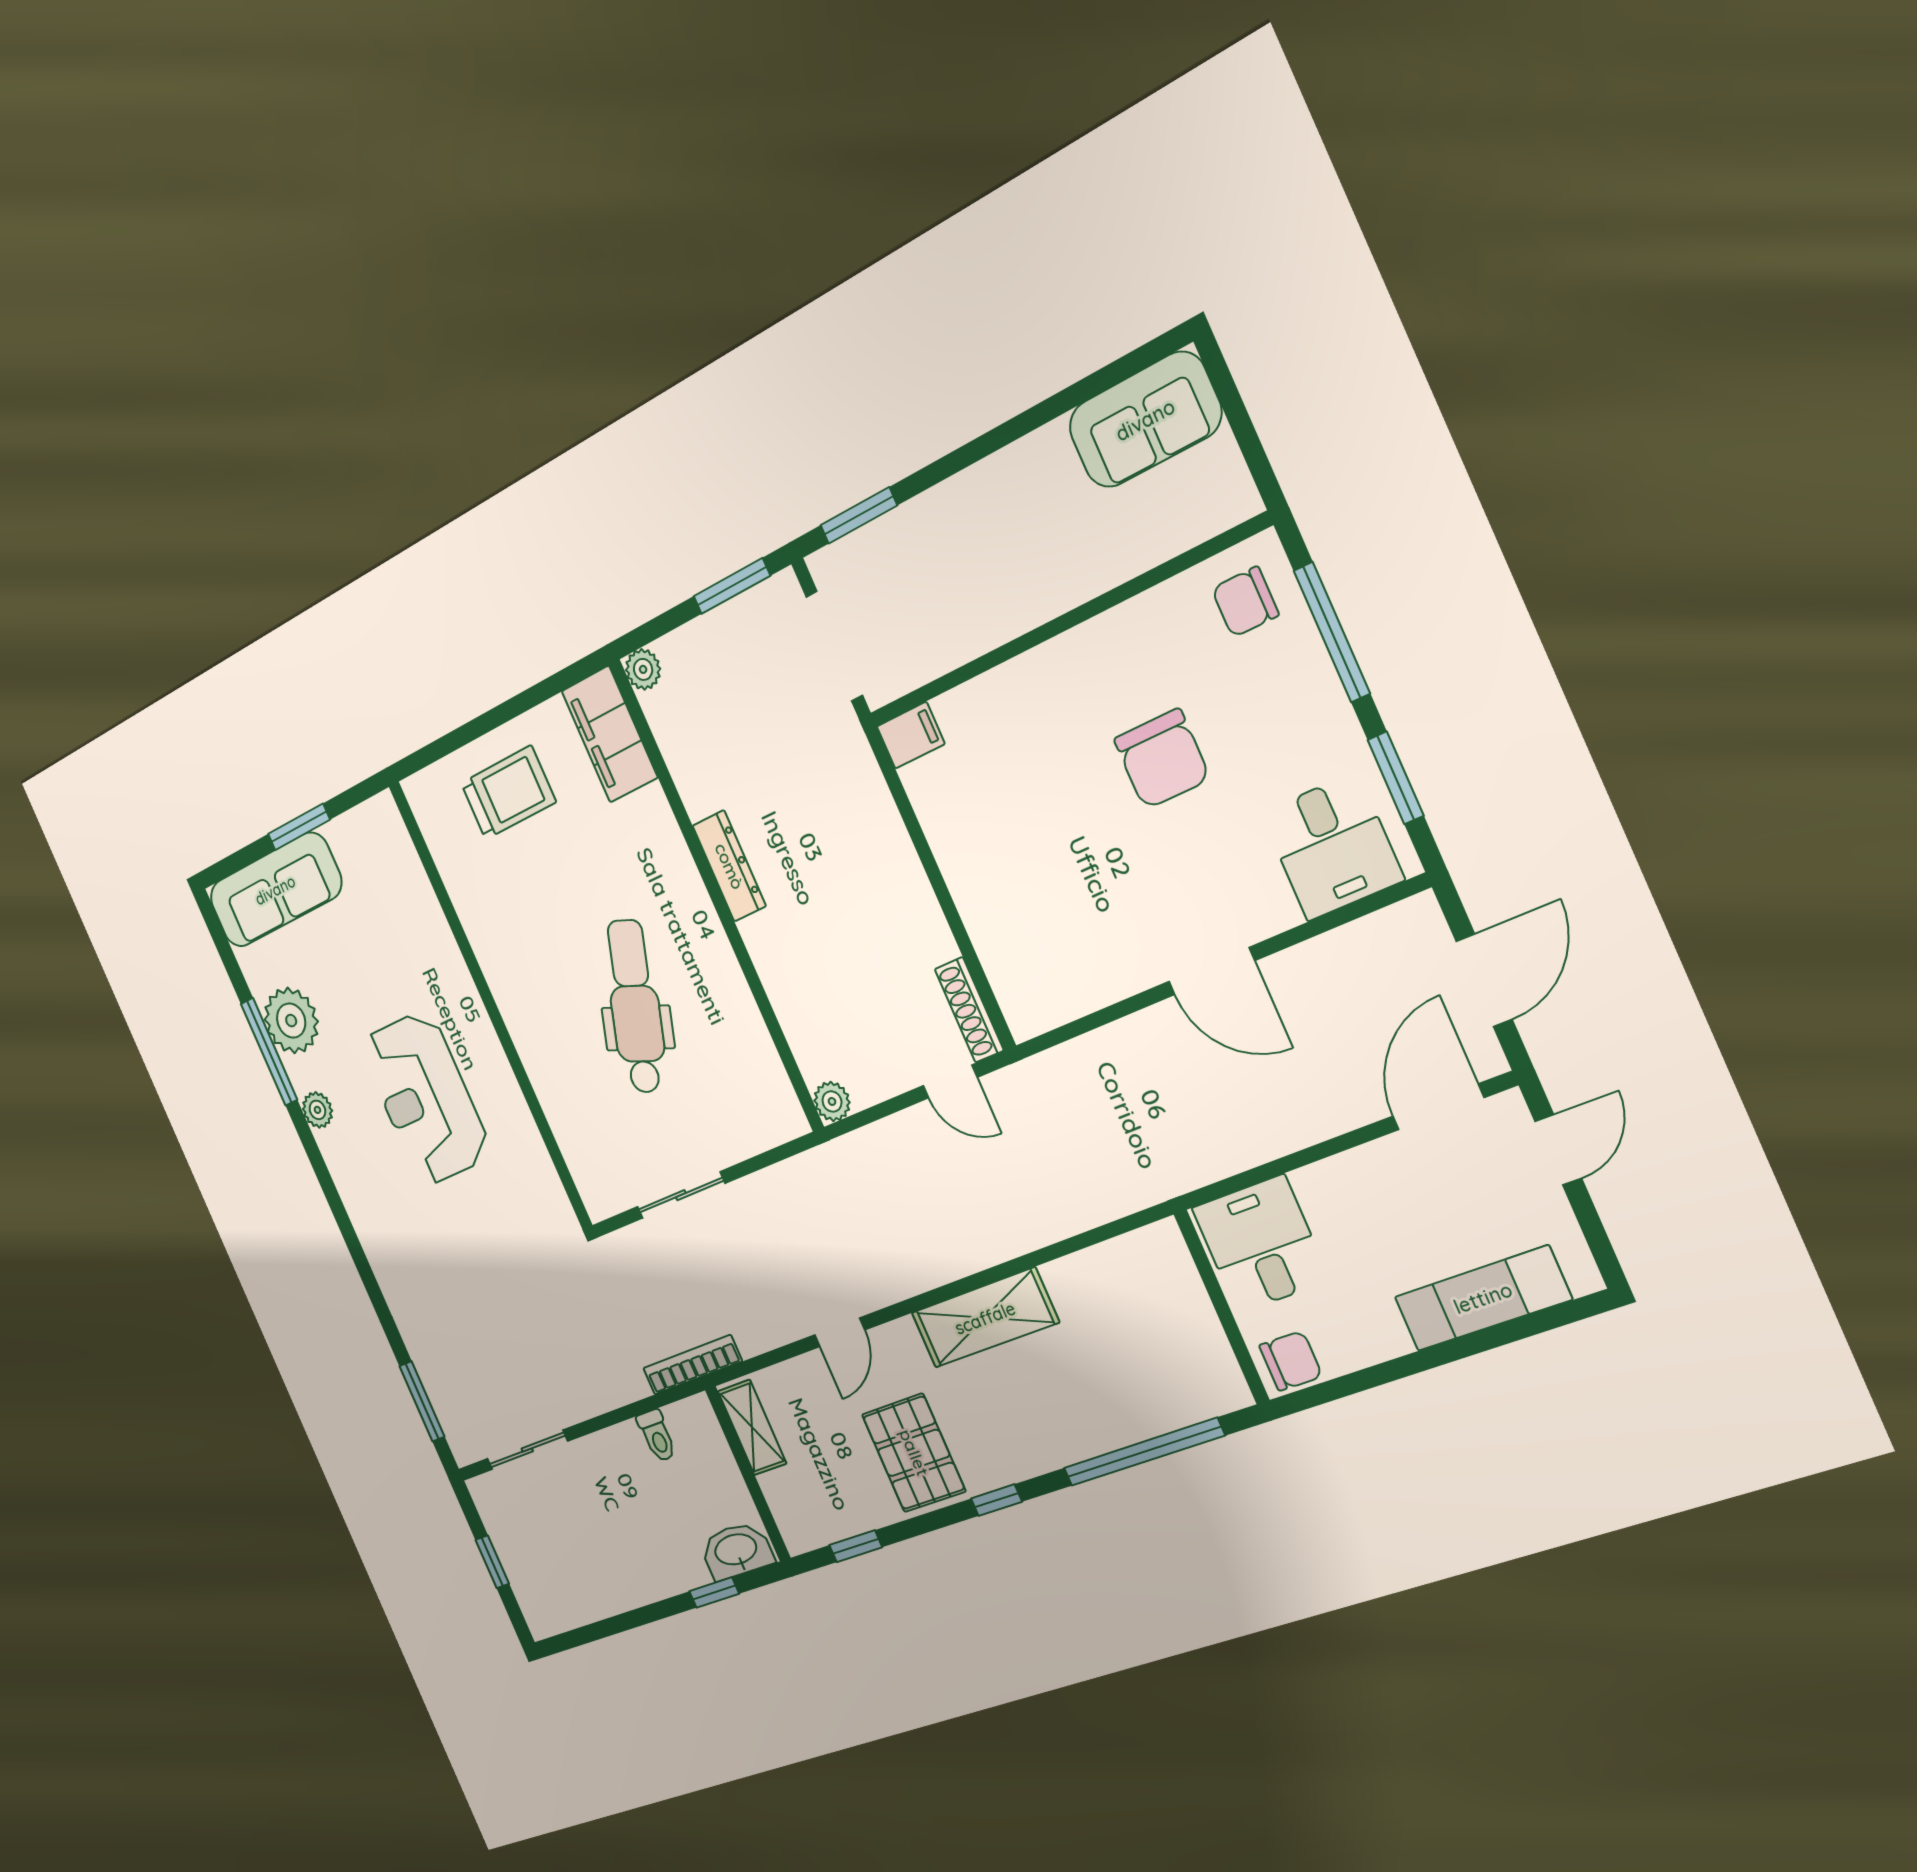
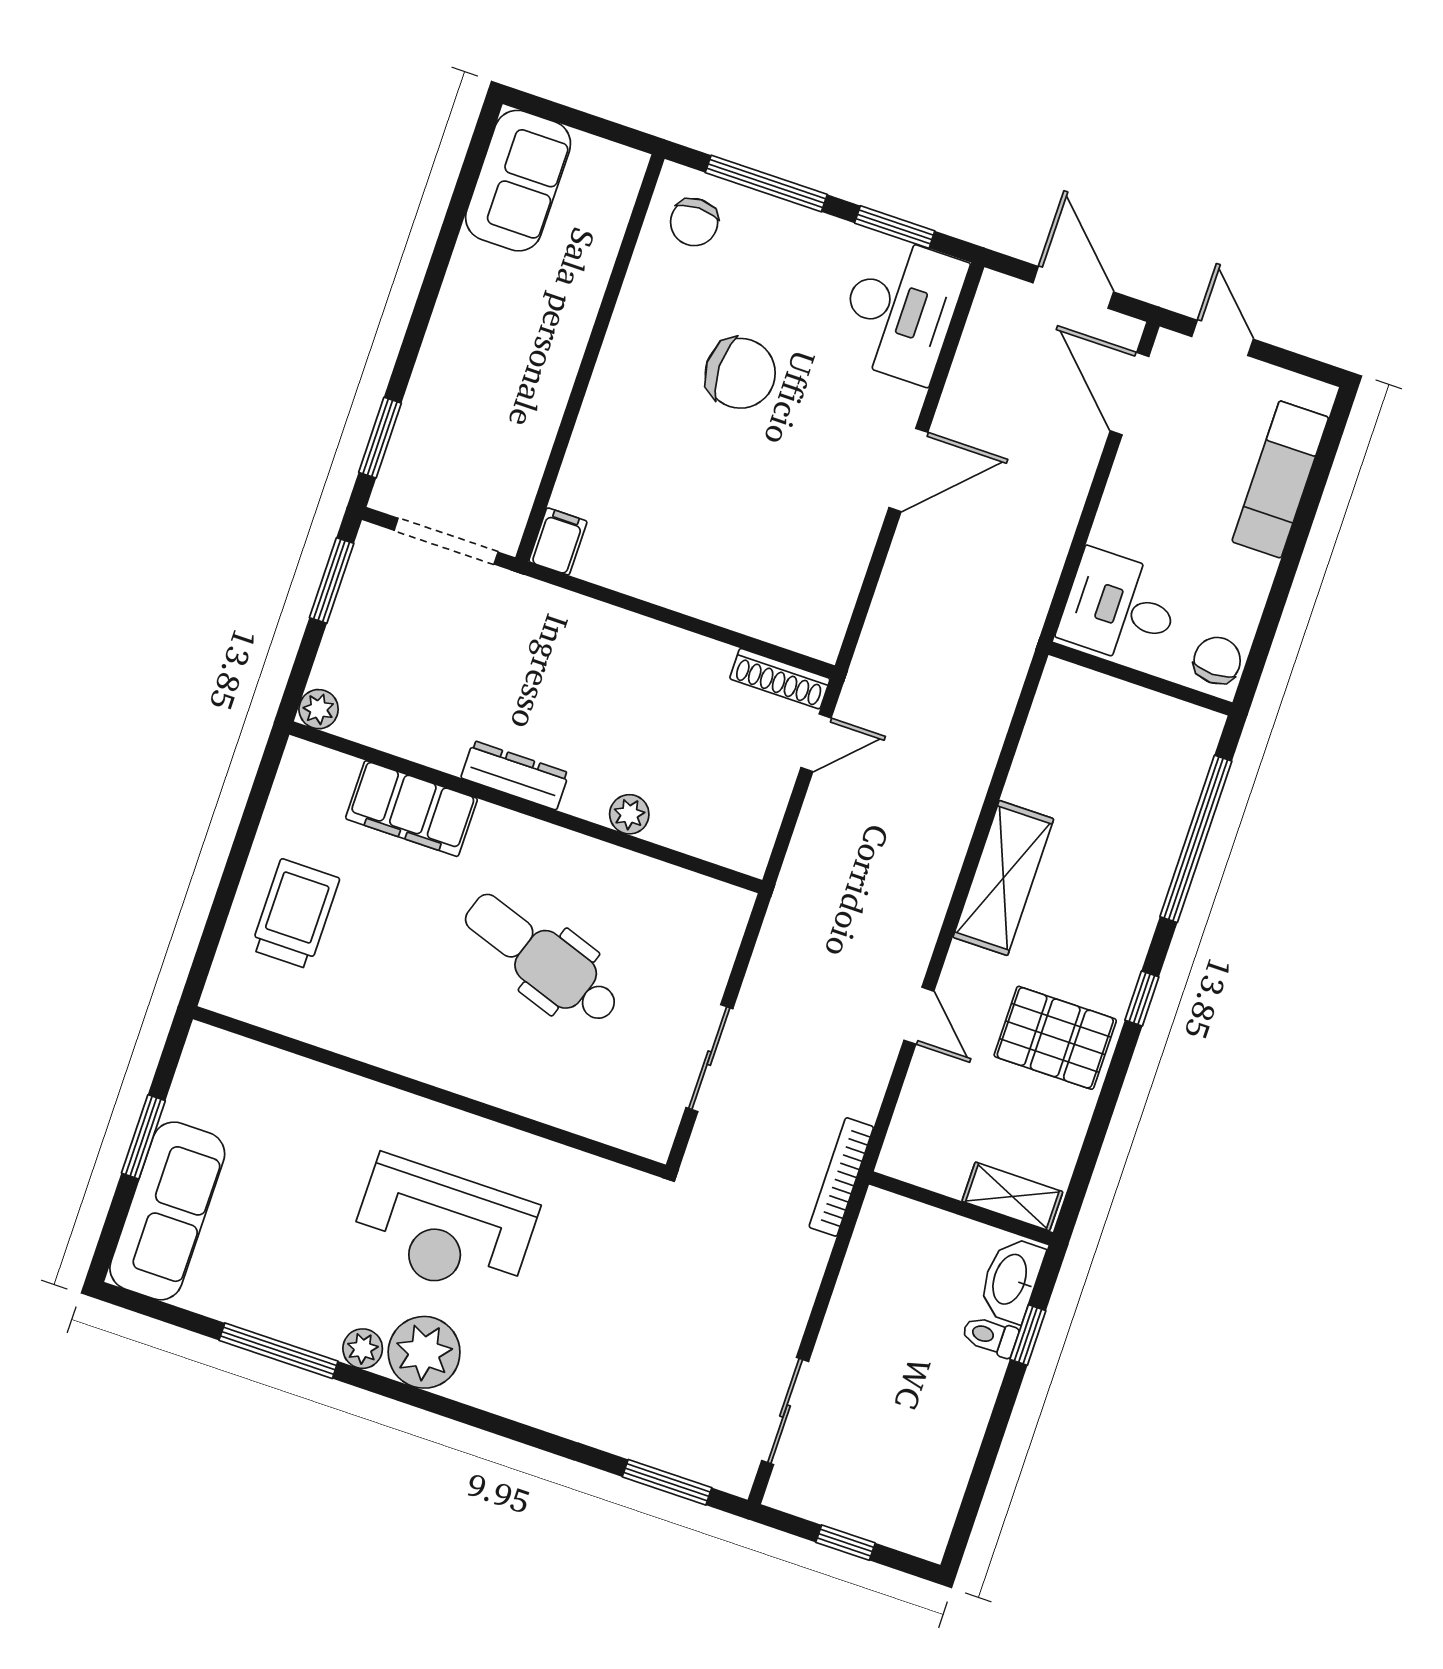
filing cabinet: (610, 734) -> (411, 809), moved
desk: (1332, 846) -> (901, 309), width x1.37
plant: (291, 1021) -> (424, 1352), moved
plant: (832, 1101) -> (629, 814), moved
shelving: (752, 1427) -> (1012, 1196), moved
toilet: (657, 1436) -> (990, 1336), moved, turned 180
window: (856, 1546) -> (1087, 1161), removed

